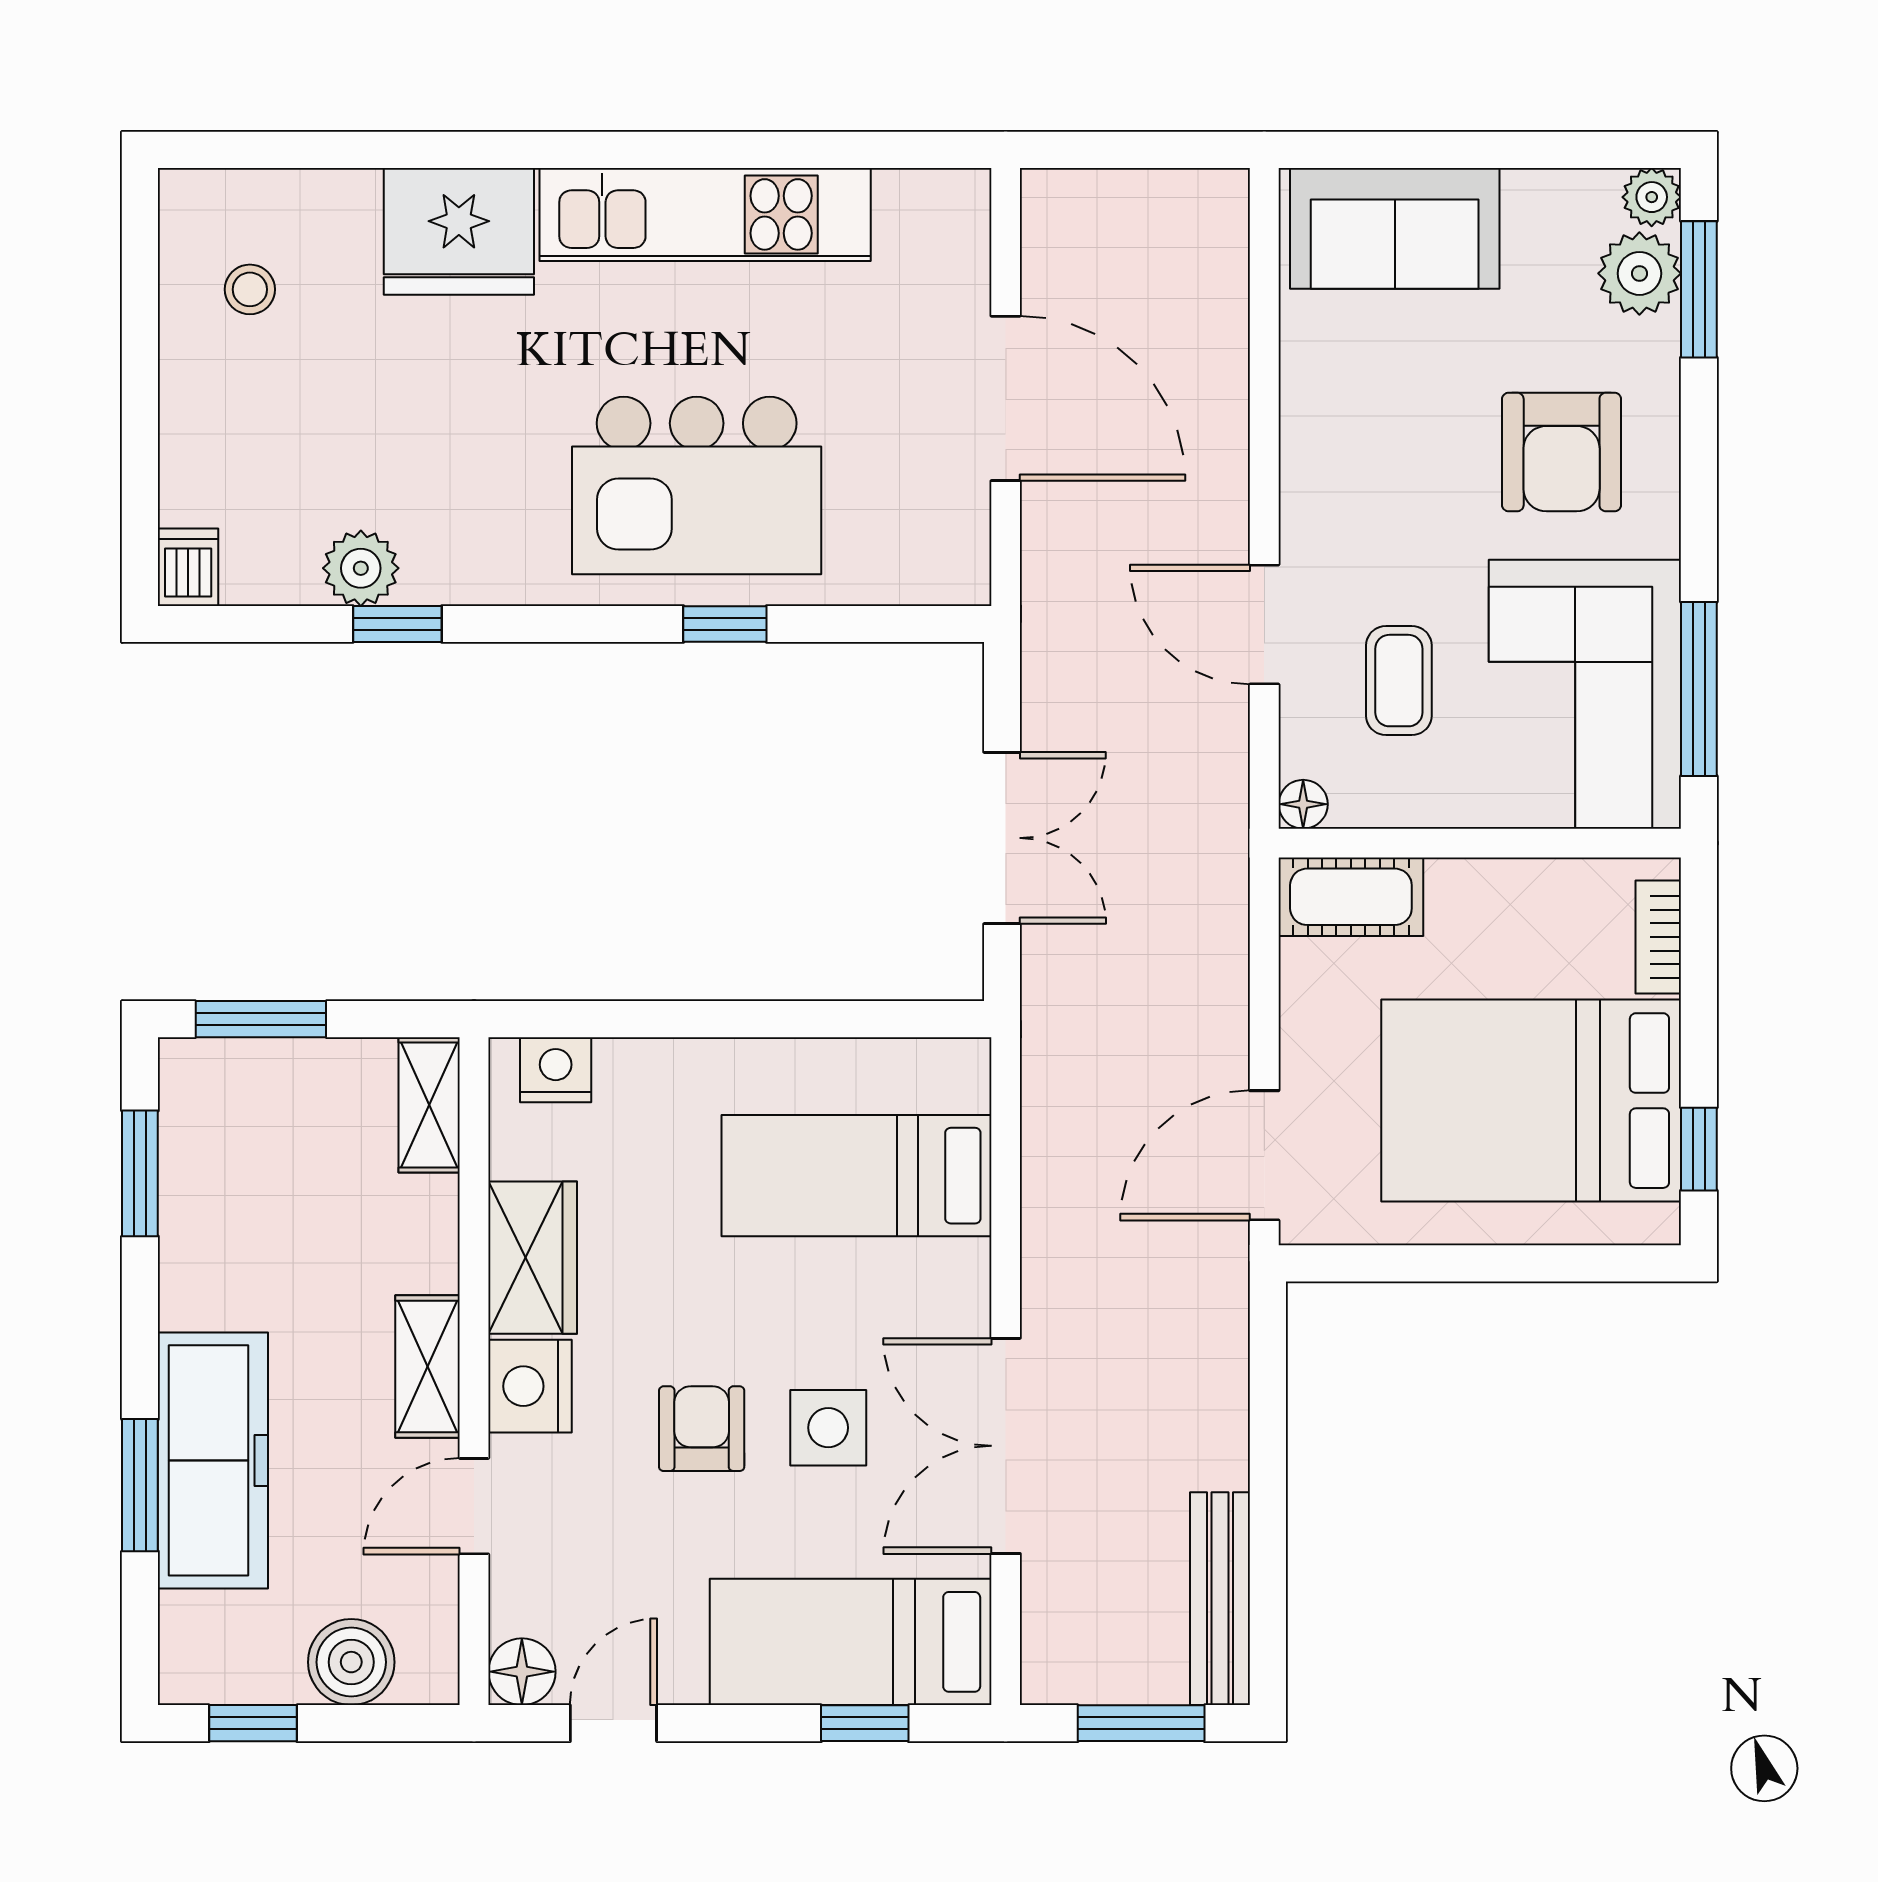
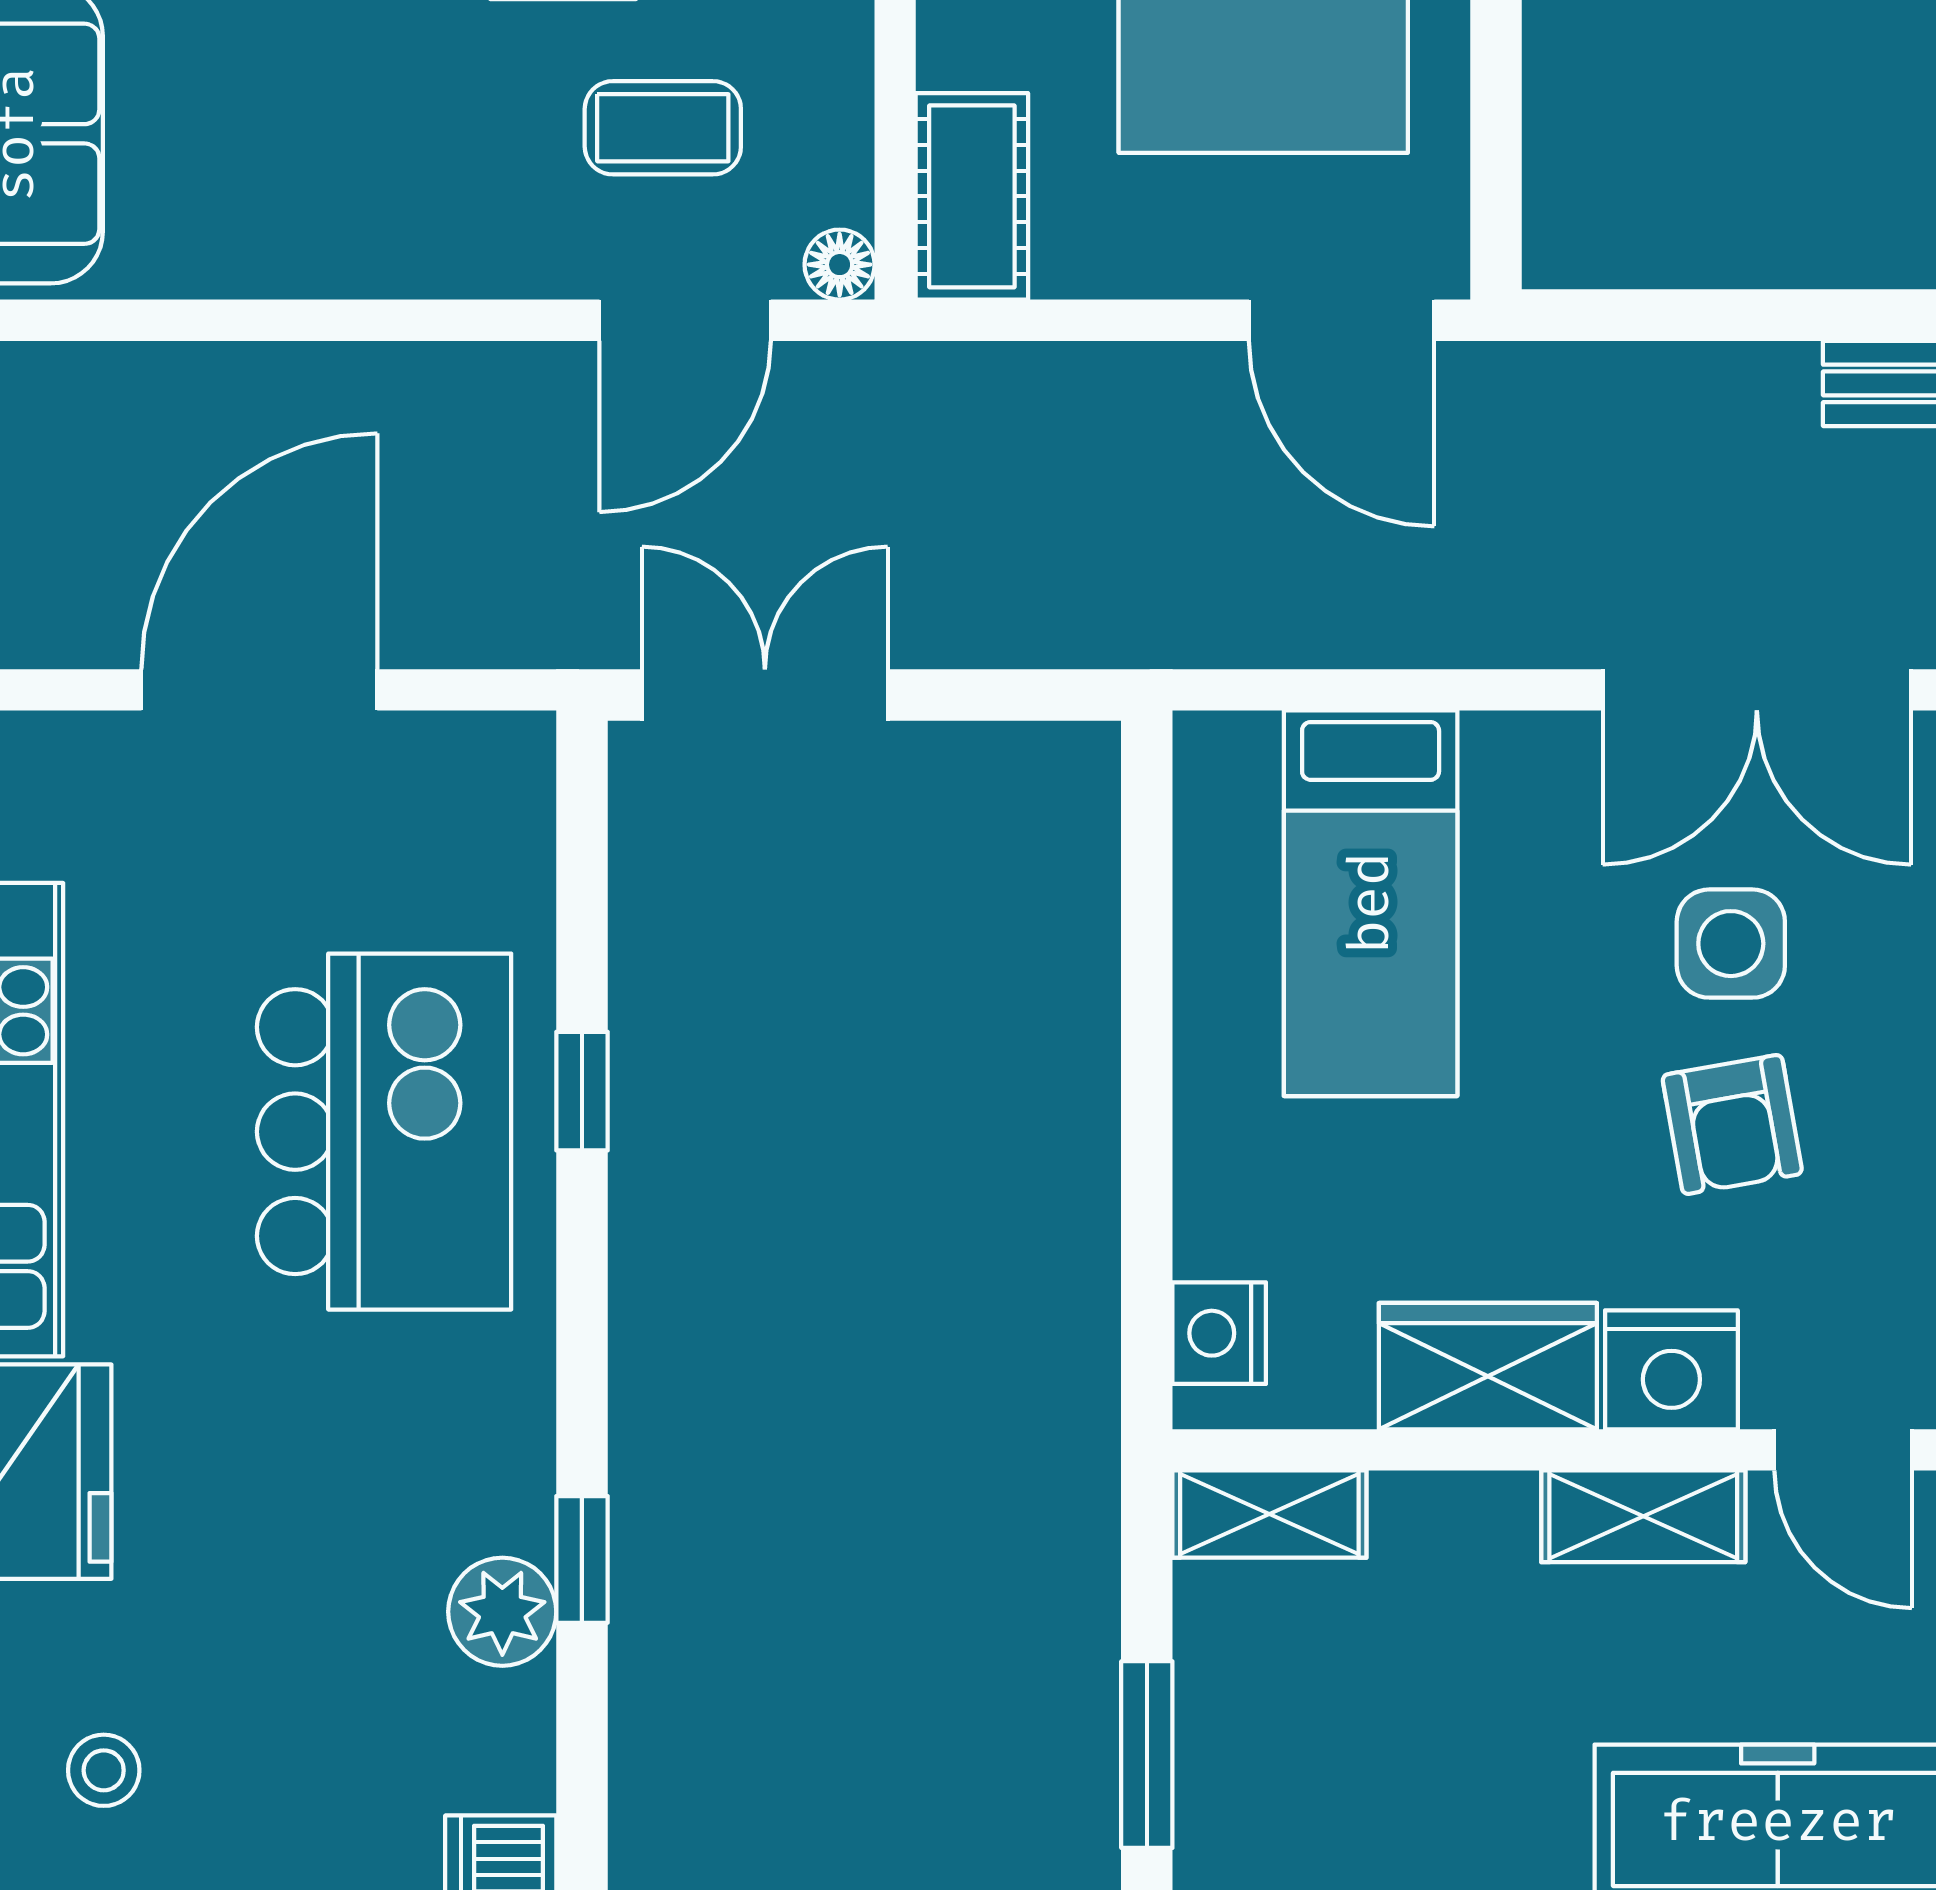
door: (1264, 624) -> (685, 320), moved
double door: (1002, 838) -> (765, 695), moved
armchair: (702, 1429) -> (1732, 1124), turned -100

